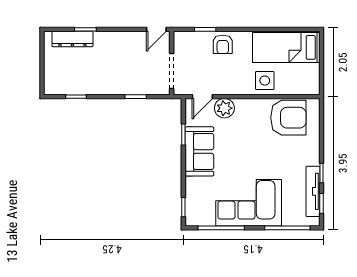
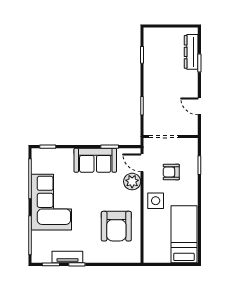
door: (156, 29) -> (199, 106), moved
armchair: (223, 44) -> (171, 172), moved
side table: (265, 81) -> (156, 201), moved
armchair: (288, 118) -> (116, 226), moved
tv unit: (313, 191) -> (67, 257), width x0.71

